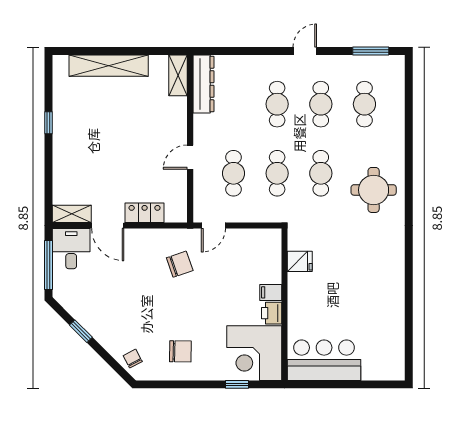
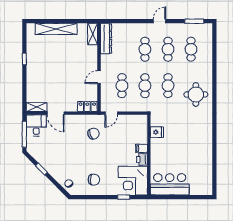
locker: (145, 213) -> (87, 106), moved

